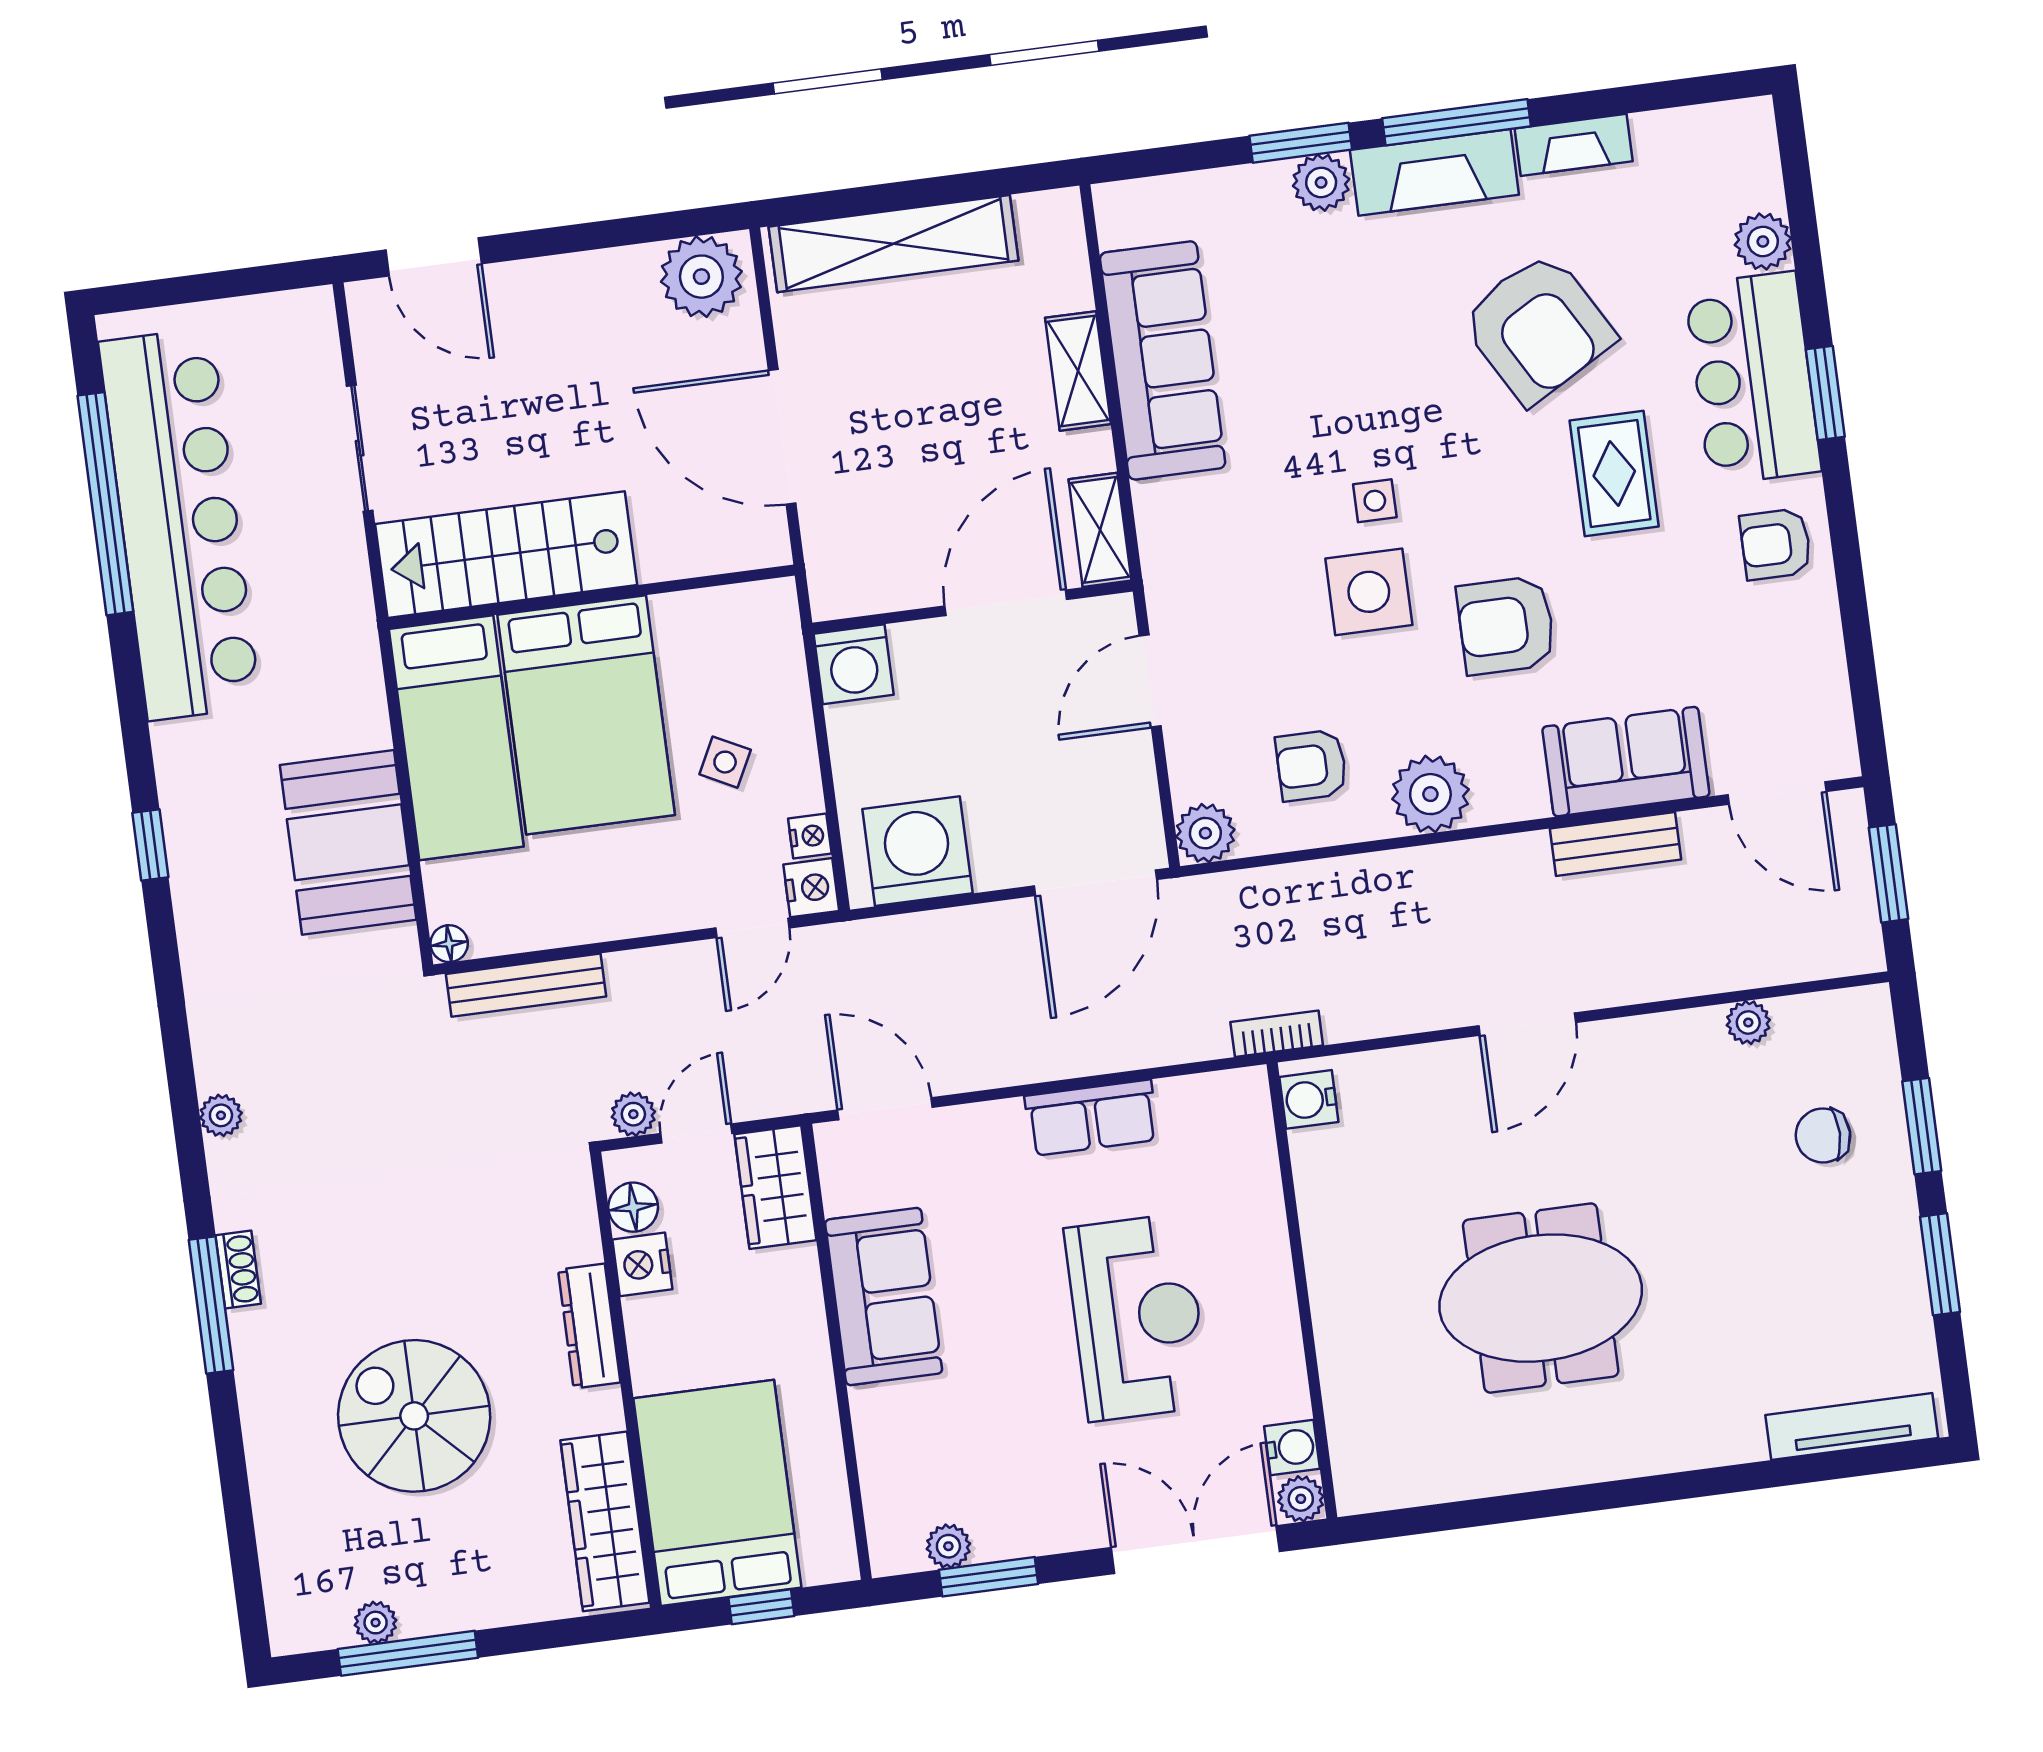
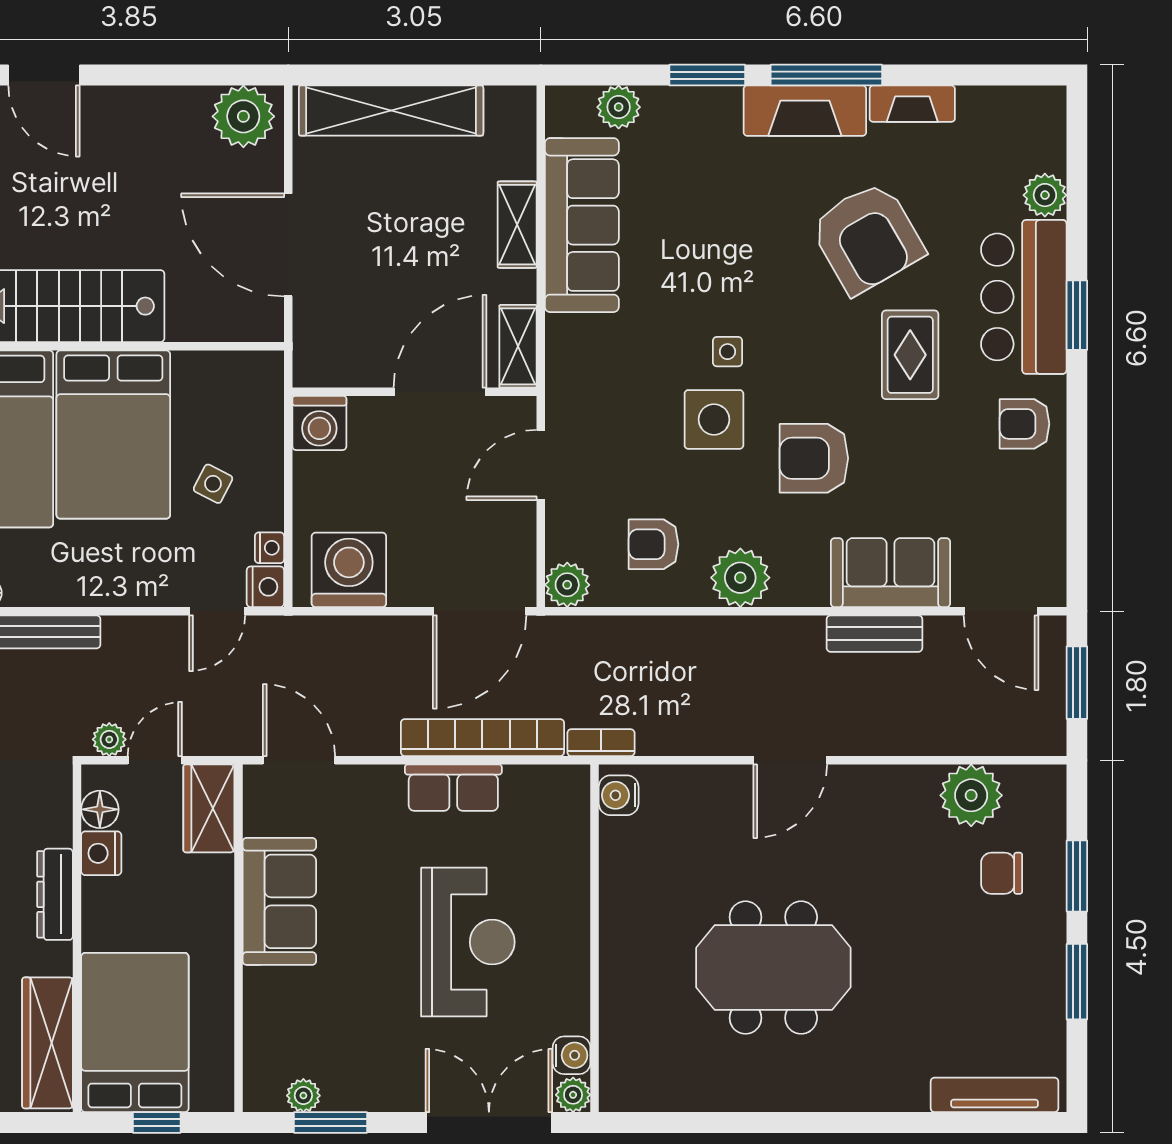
plant: (1321, 183) -> (619, 107), moved
plant: (1748, 1022) -> (971, 795), width x1.87, depth x1.87
bookcase: (1121, 1047) -> (482, 738), added

